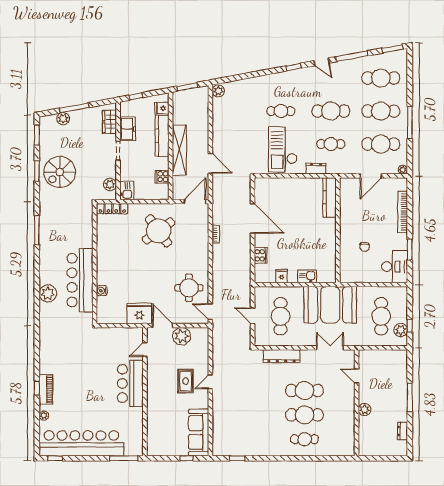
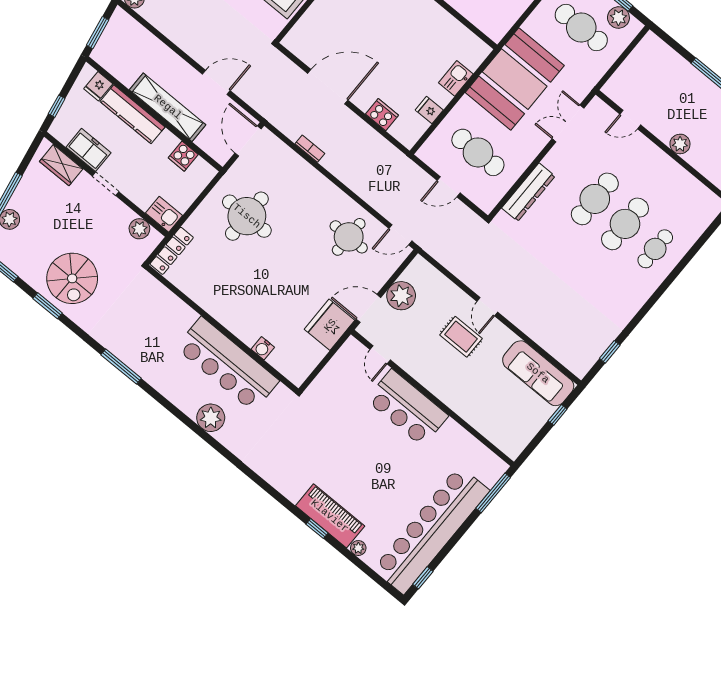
round table: (159, 231) -> (247, 216), turned 36
piano: (46, 389) -> (330, 516), width x1.37, depth x1.33

